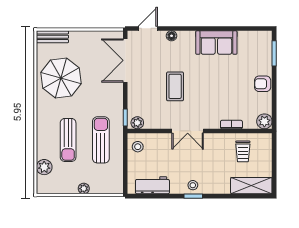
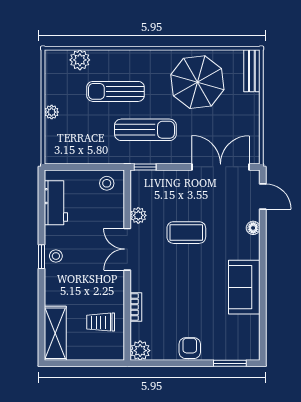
plant: (137, 123) -> (138, 215), moved
sun lounger: (101, 140) -> (145, 130), moved

